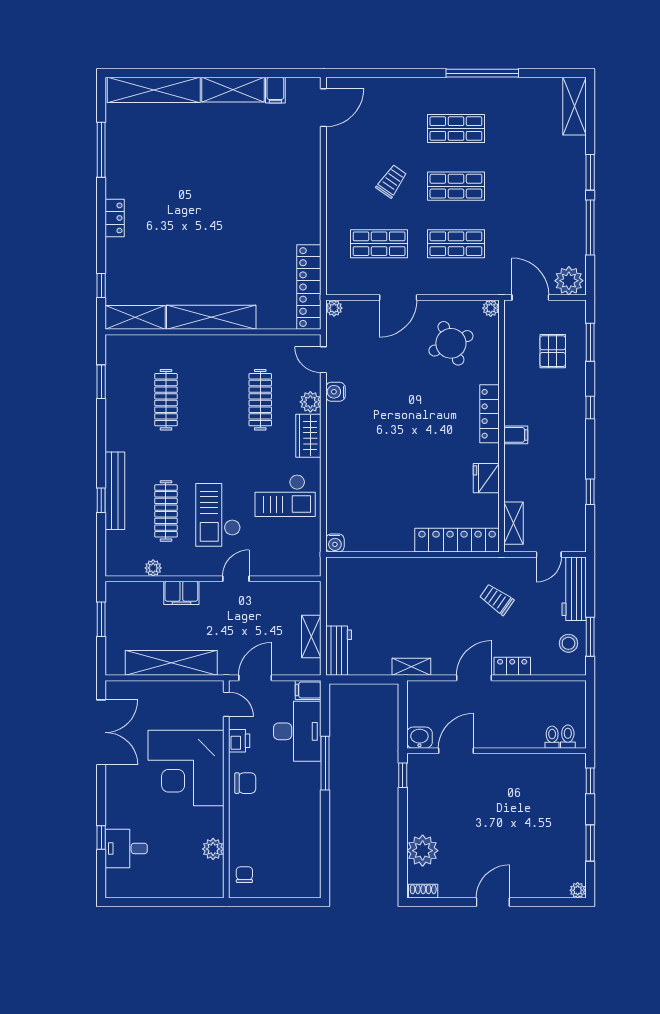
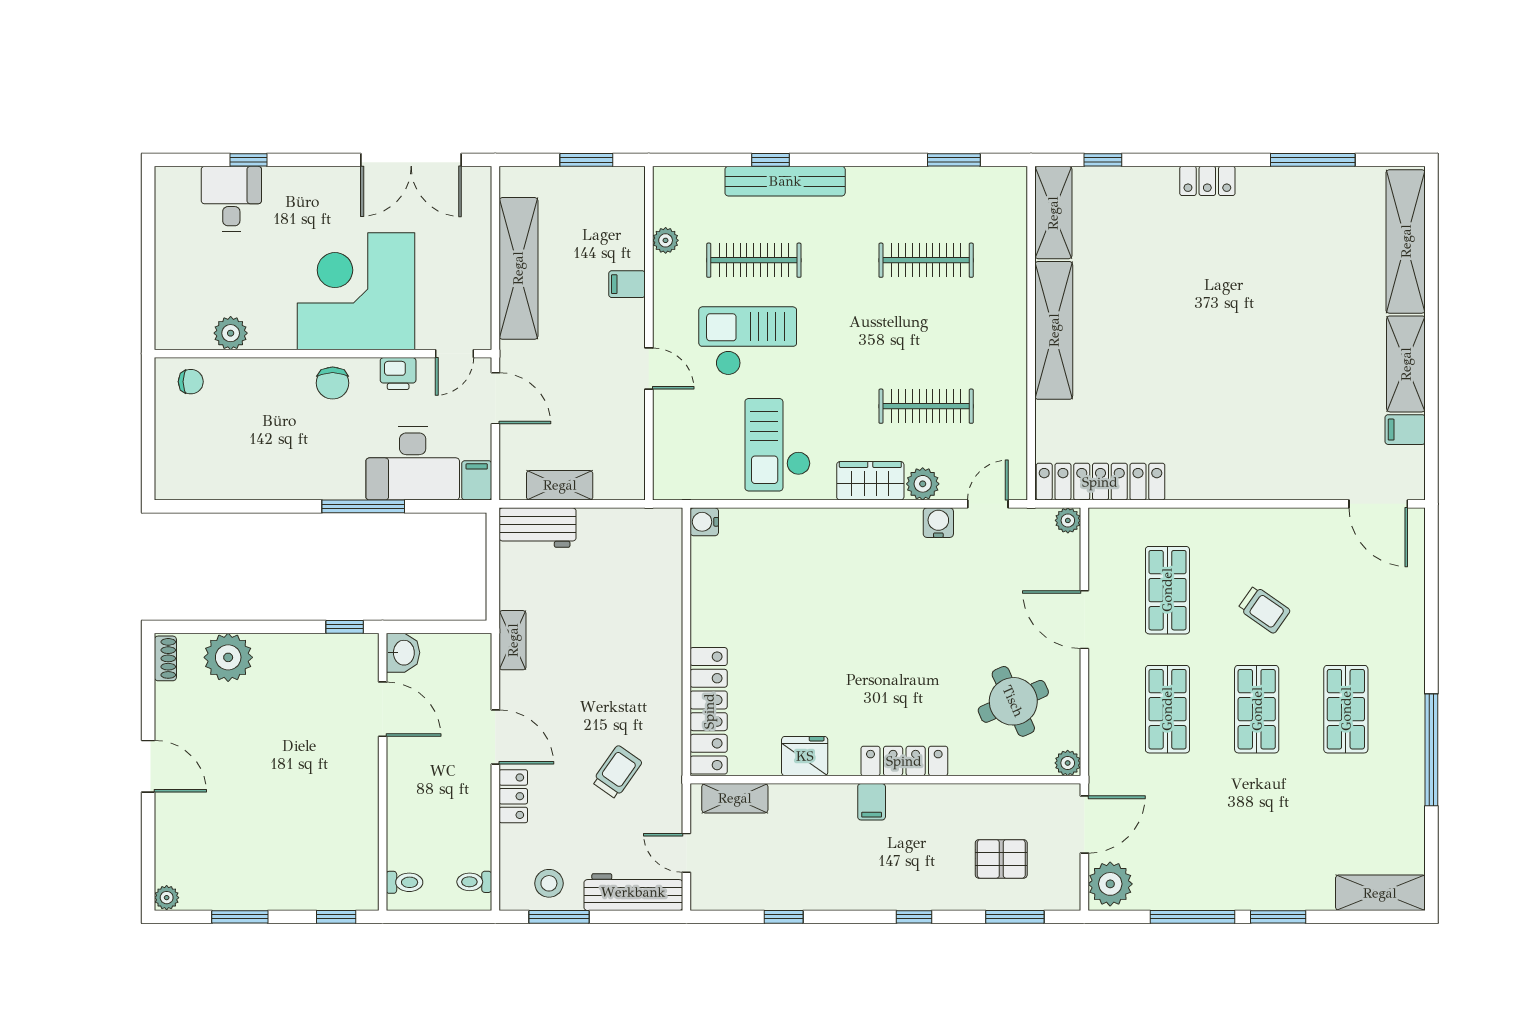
filing cabinet: (181, 593) -> (627, 284), width x0.50
toilet: (552, 737) -> (474, 882), moved, turned 180

